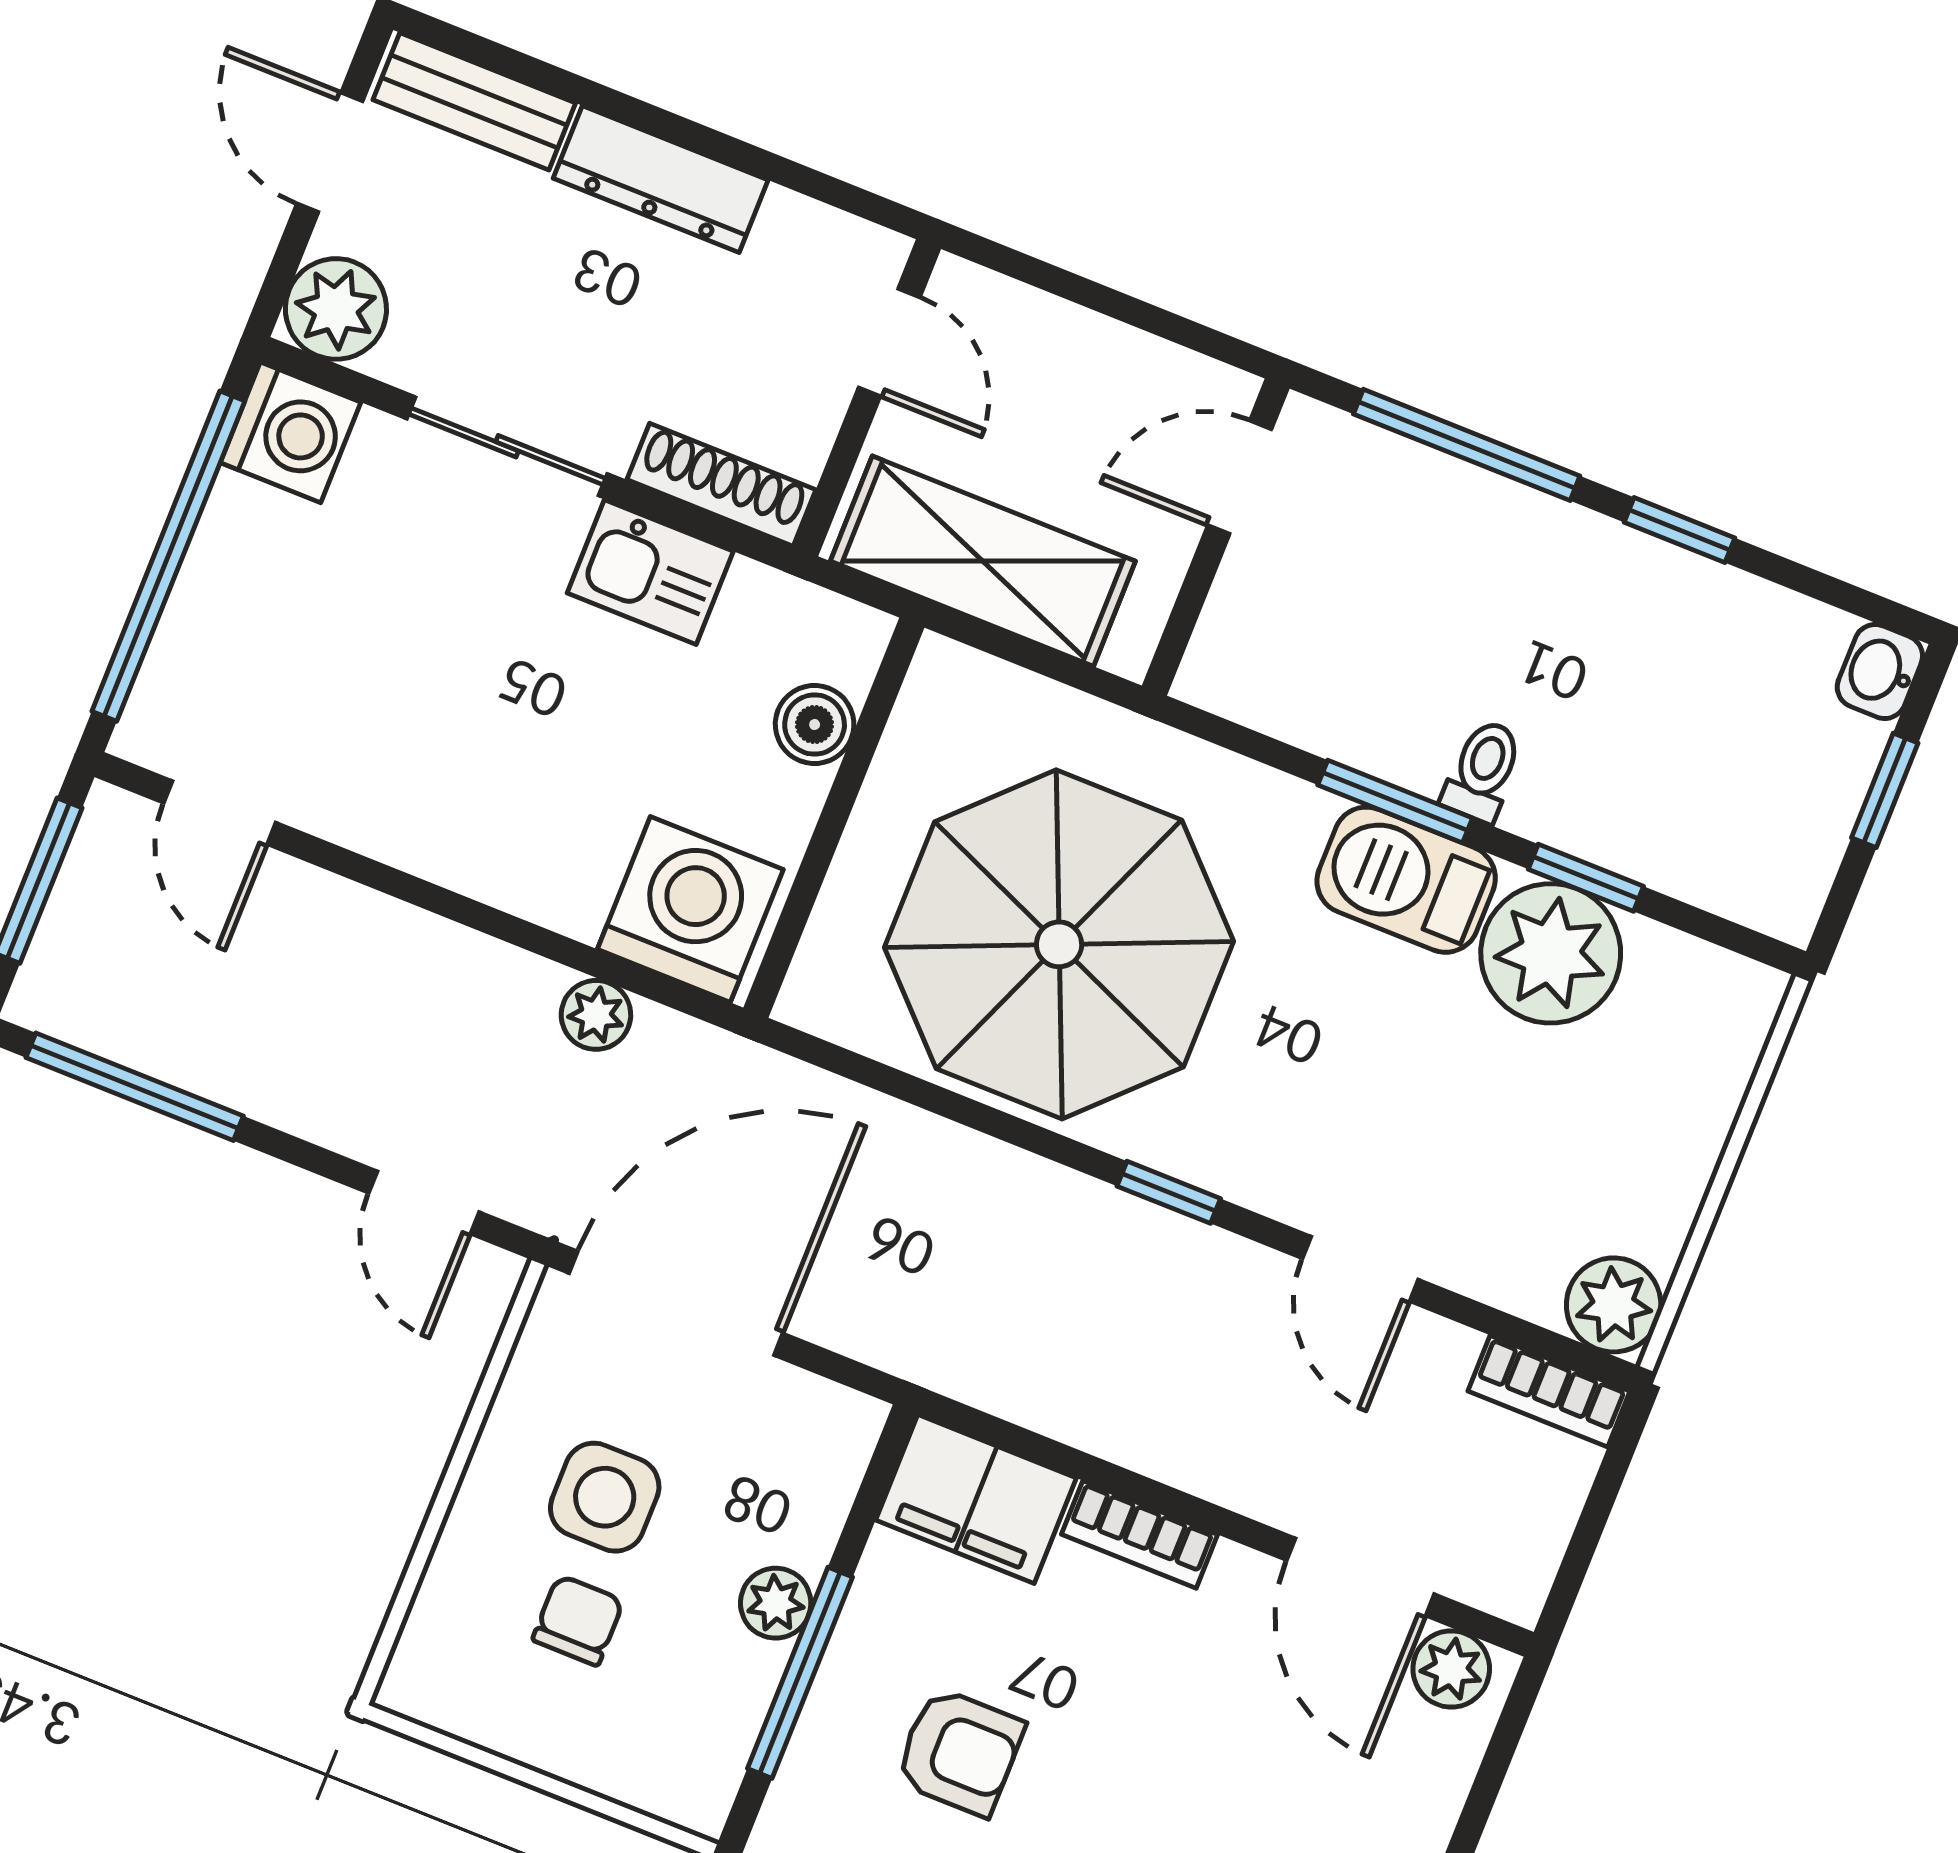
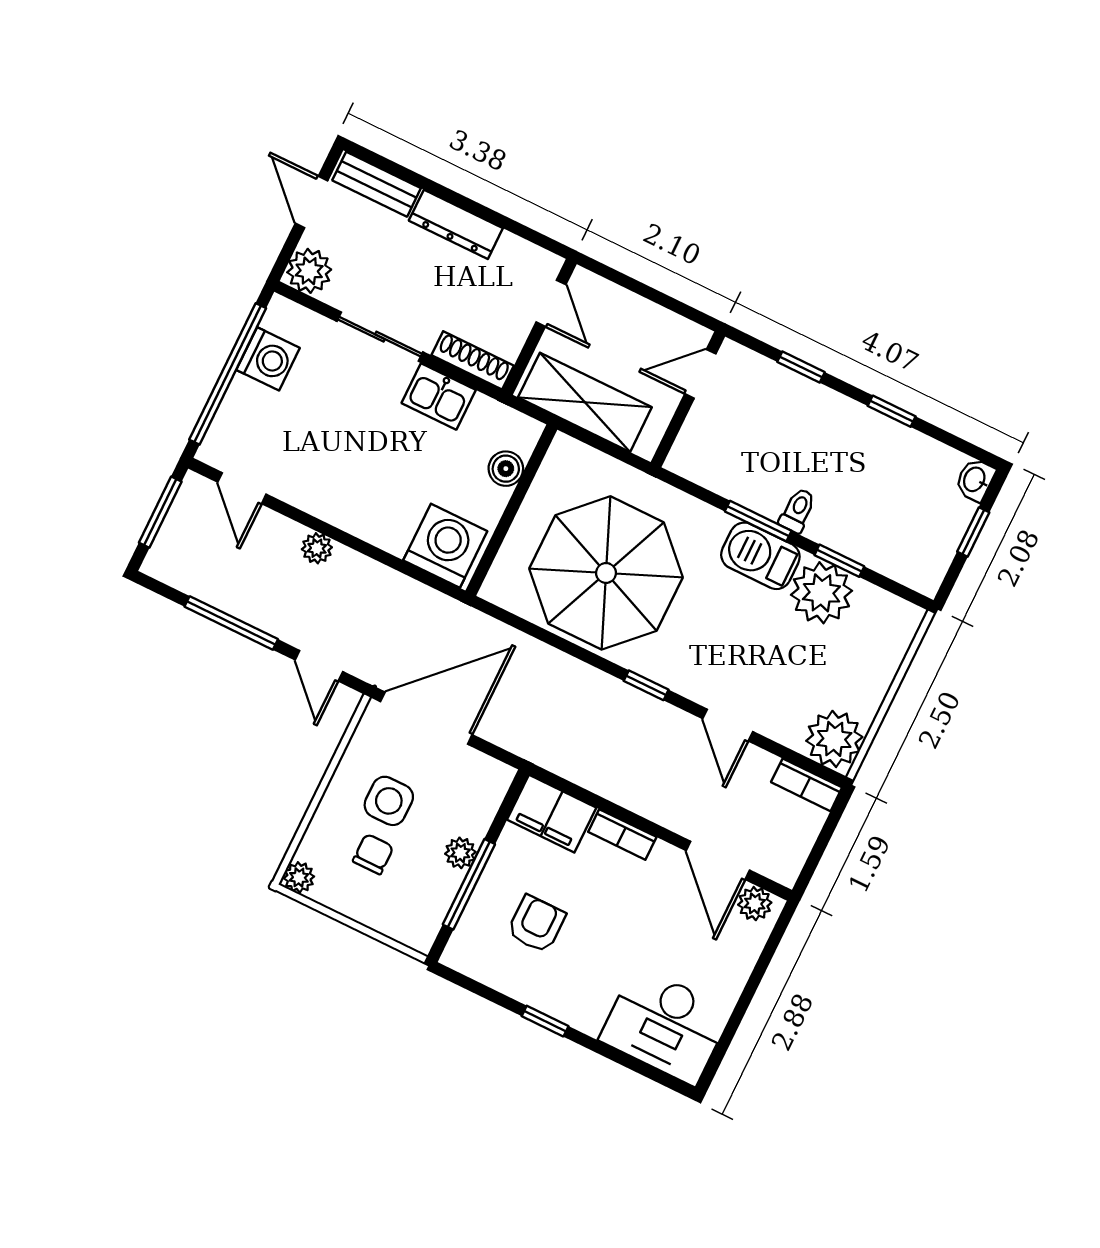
washing machine: (291, 432) -> (268, 359), moved
window: (1467, 445) -> (801, 367), width x0.46
plant: (596, 1015) -> (317, 548), moved
window: (135, 1087) -> (231, 623), moved
plant: (1614, 1305) -> (834, 739), width x1.36, depth x1.36
plant: (414, 1686) -> (299, 877), added
armchair: (960, 1752) -> (536, 924), turned -90

